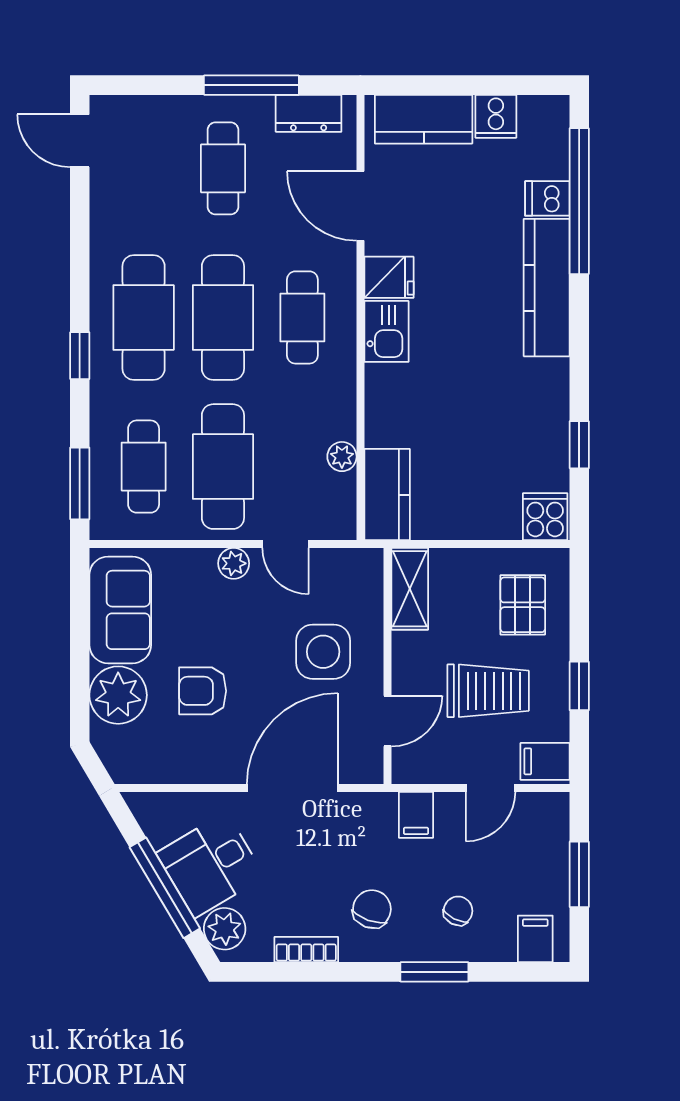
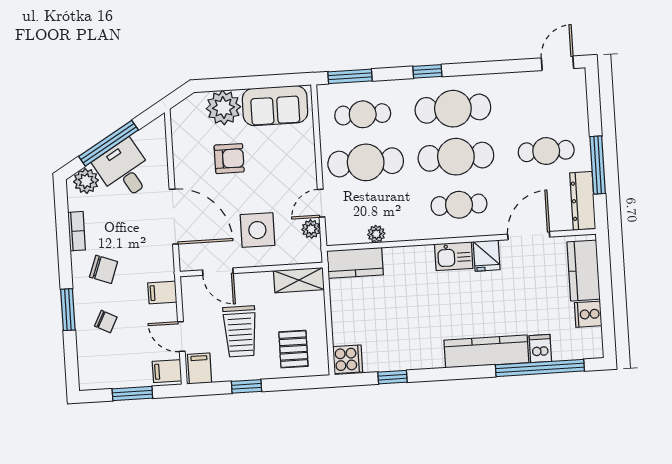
dresser: (309, 113) -> (583, 201), width x1.44
plant: (234, 563) -> (311, 229), moved
pallet: (523, 605) -> (293, 349), turned 90
armchair: (203, 691) -> (229, 159), turned 90
filing cabinet: (535, 939) -> (167, 371), moved, turned 180

